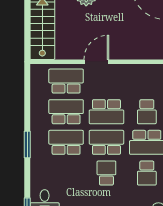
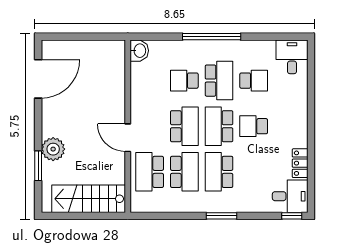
school desk: (66, 112) -> (184, 172), turned 180
school desk: (147, 112) -> (184, 81), turned 180

